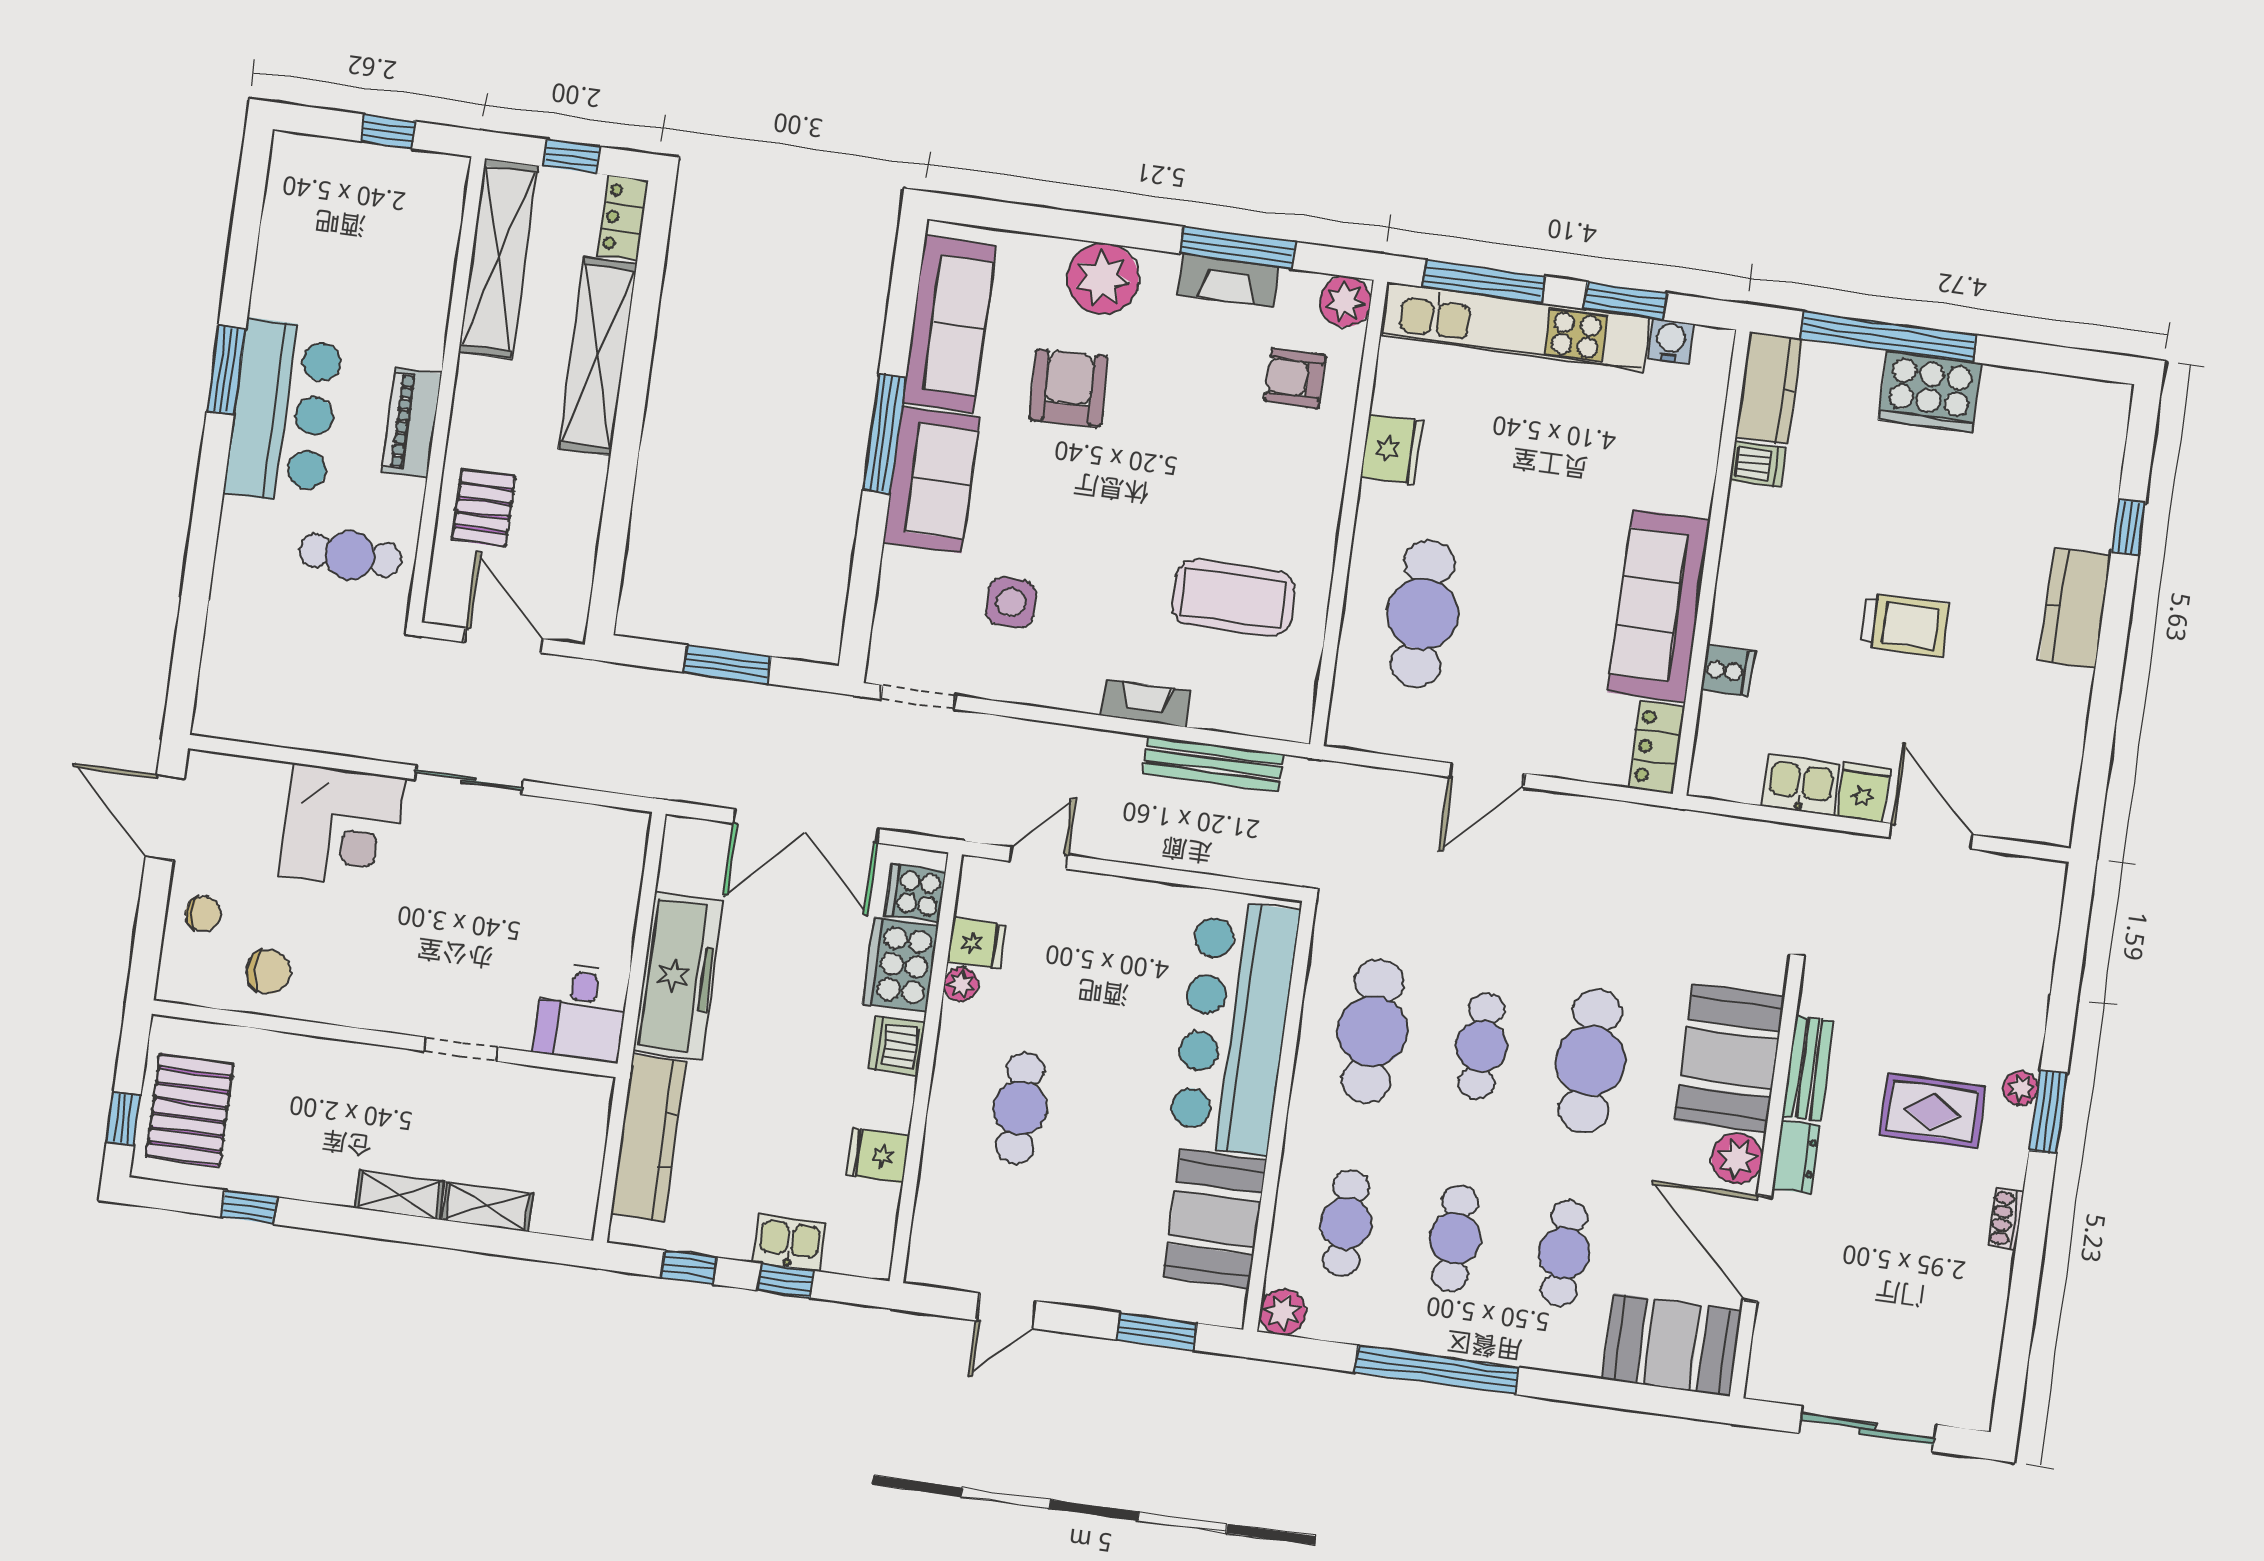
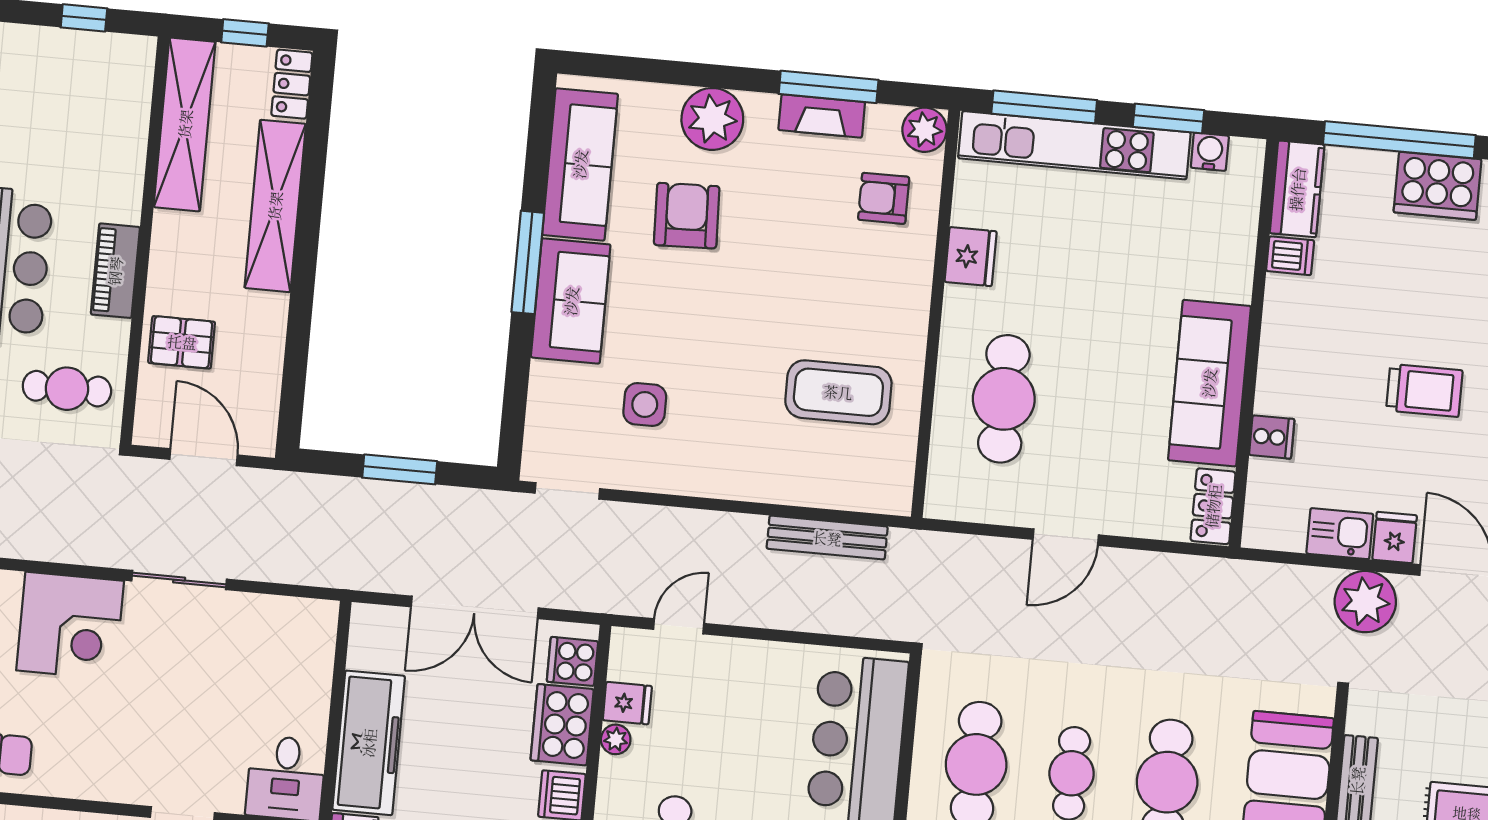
pallet: (484, 508) -> (182, 342), turned 90
fireplace: (1146, 703) -> (766, 487), removed
plant: (1826, 864) -> (1365, 602), added

